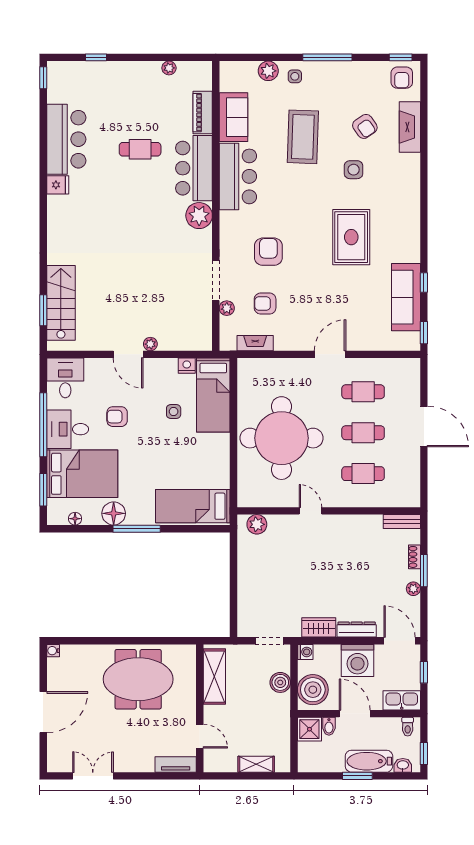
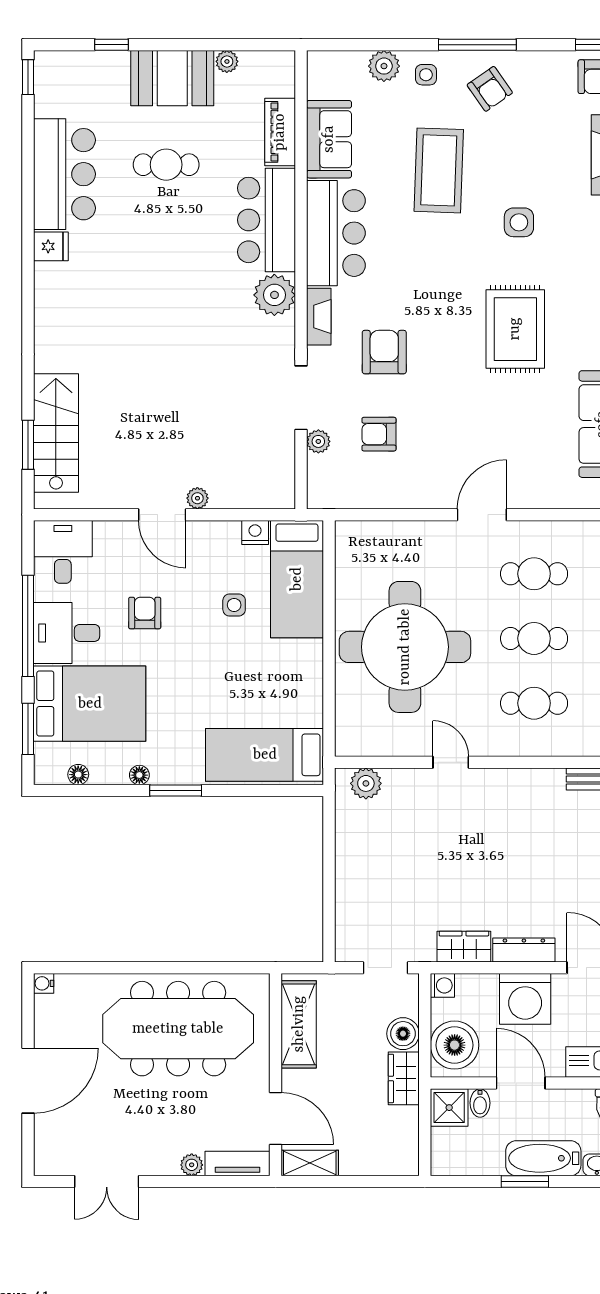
booth: (134, 79) -> (172, 78), added
armchair: (365, 126) -> (490, 89), moved
cafe table: (140, 149) -> (166, 165), moved
fireplace: (255, 343) -> (319, 317), moved, turned 90
armchair: (117, 417) -> (145, 613), turned 90
floor lamp: (114, 513) -> (139, 775), width x0.53, depth x0.53
window: (137, 529) -> (176, 790), width x0.69
meeting table: (138, 679) -> (178, 1029), width x1.36
wardrobe: (281, 711) -> (404, 1078), added
door: (200, 736) -> (276, 1119), width x1.38
shelving: (256, 764) -> (310, 1163), moved
plant: (147, 765) -> (192, 1165), added
double door: (93, 776) -> (107, 1182), swing flipped

